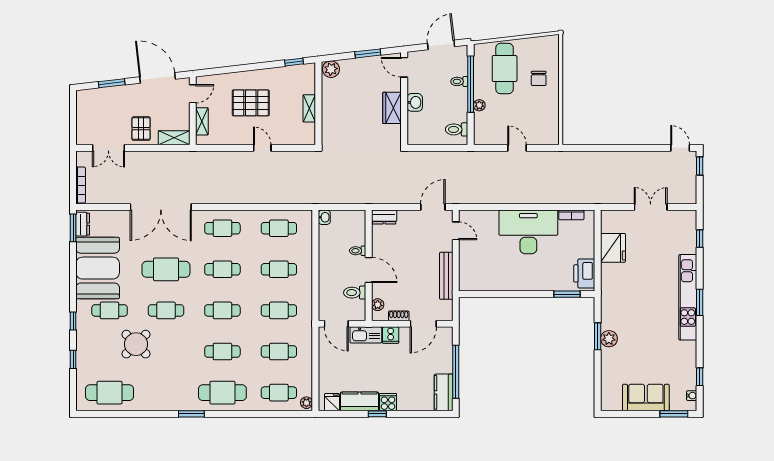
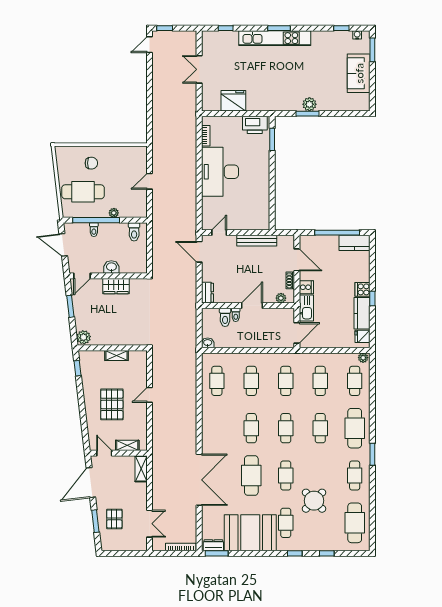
pallet: (141, 129) -> (114, 519), moved, turned 90
cafe table: (222, 228) -> (355, 476), moved
toilet: (355, 293) -> (225, 317), moved

